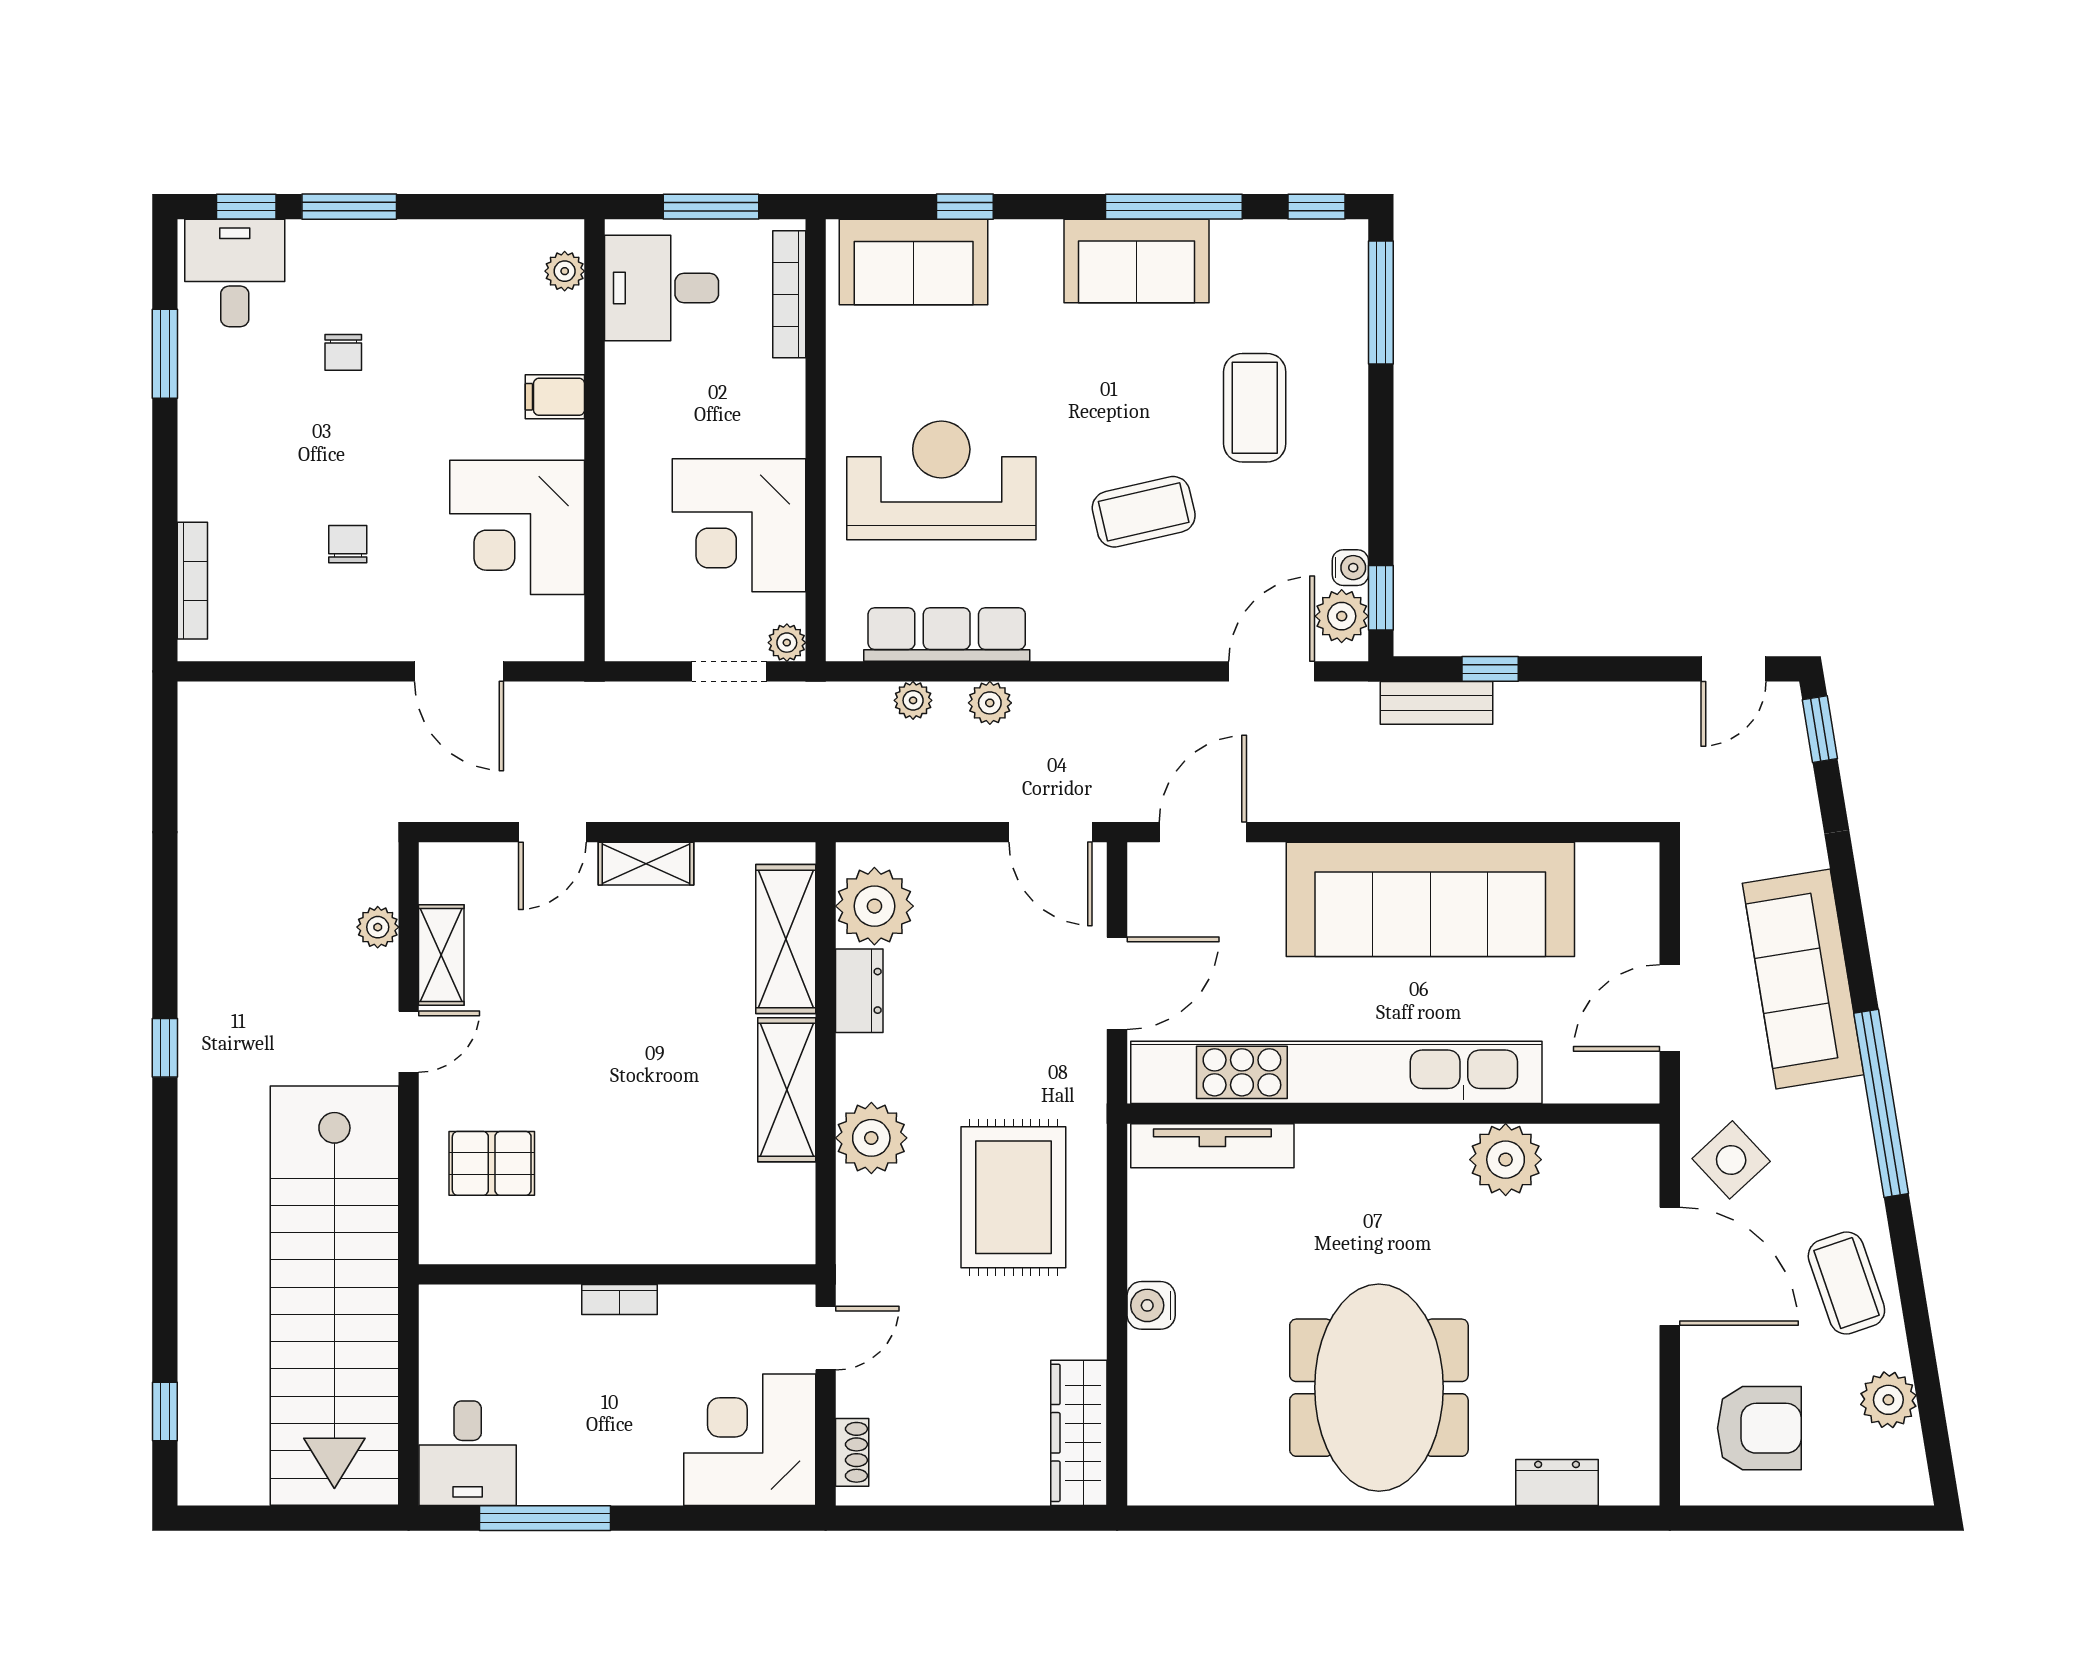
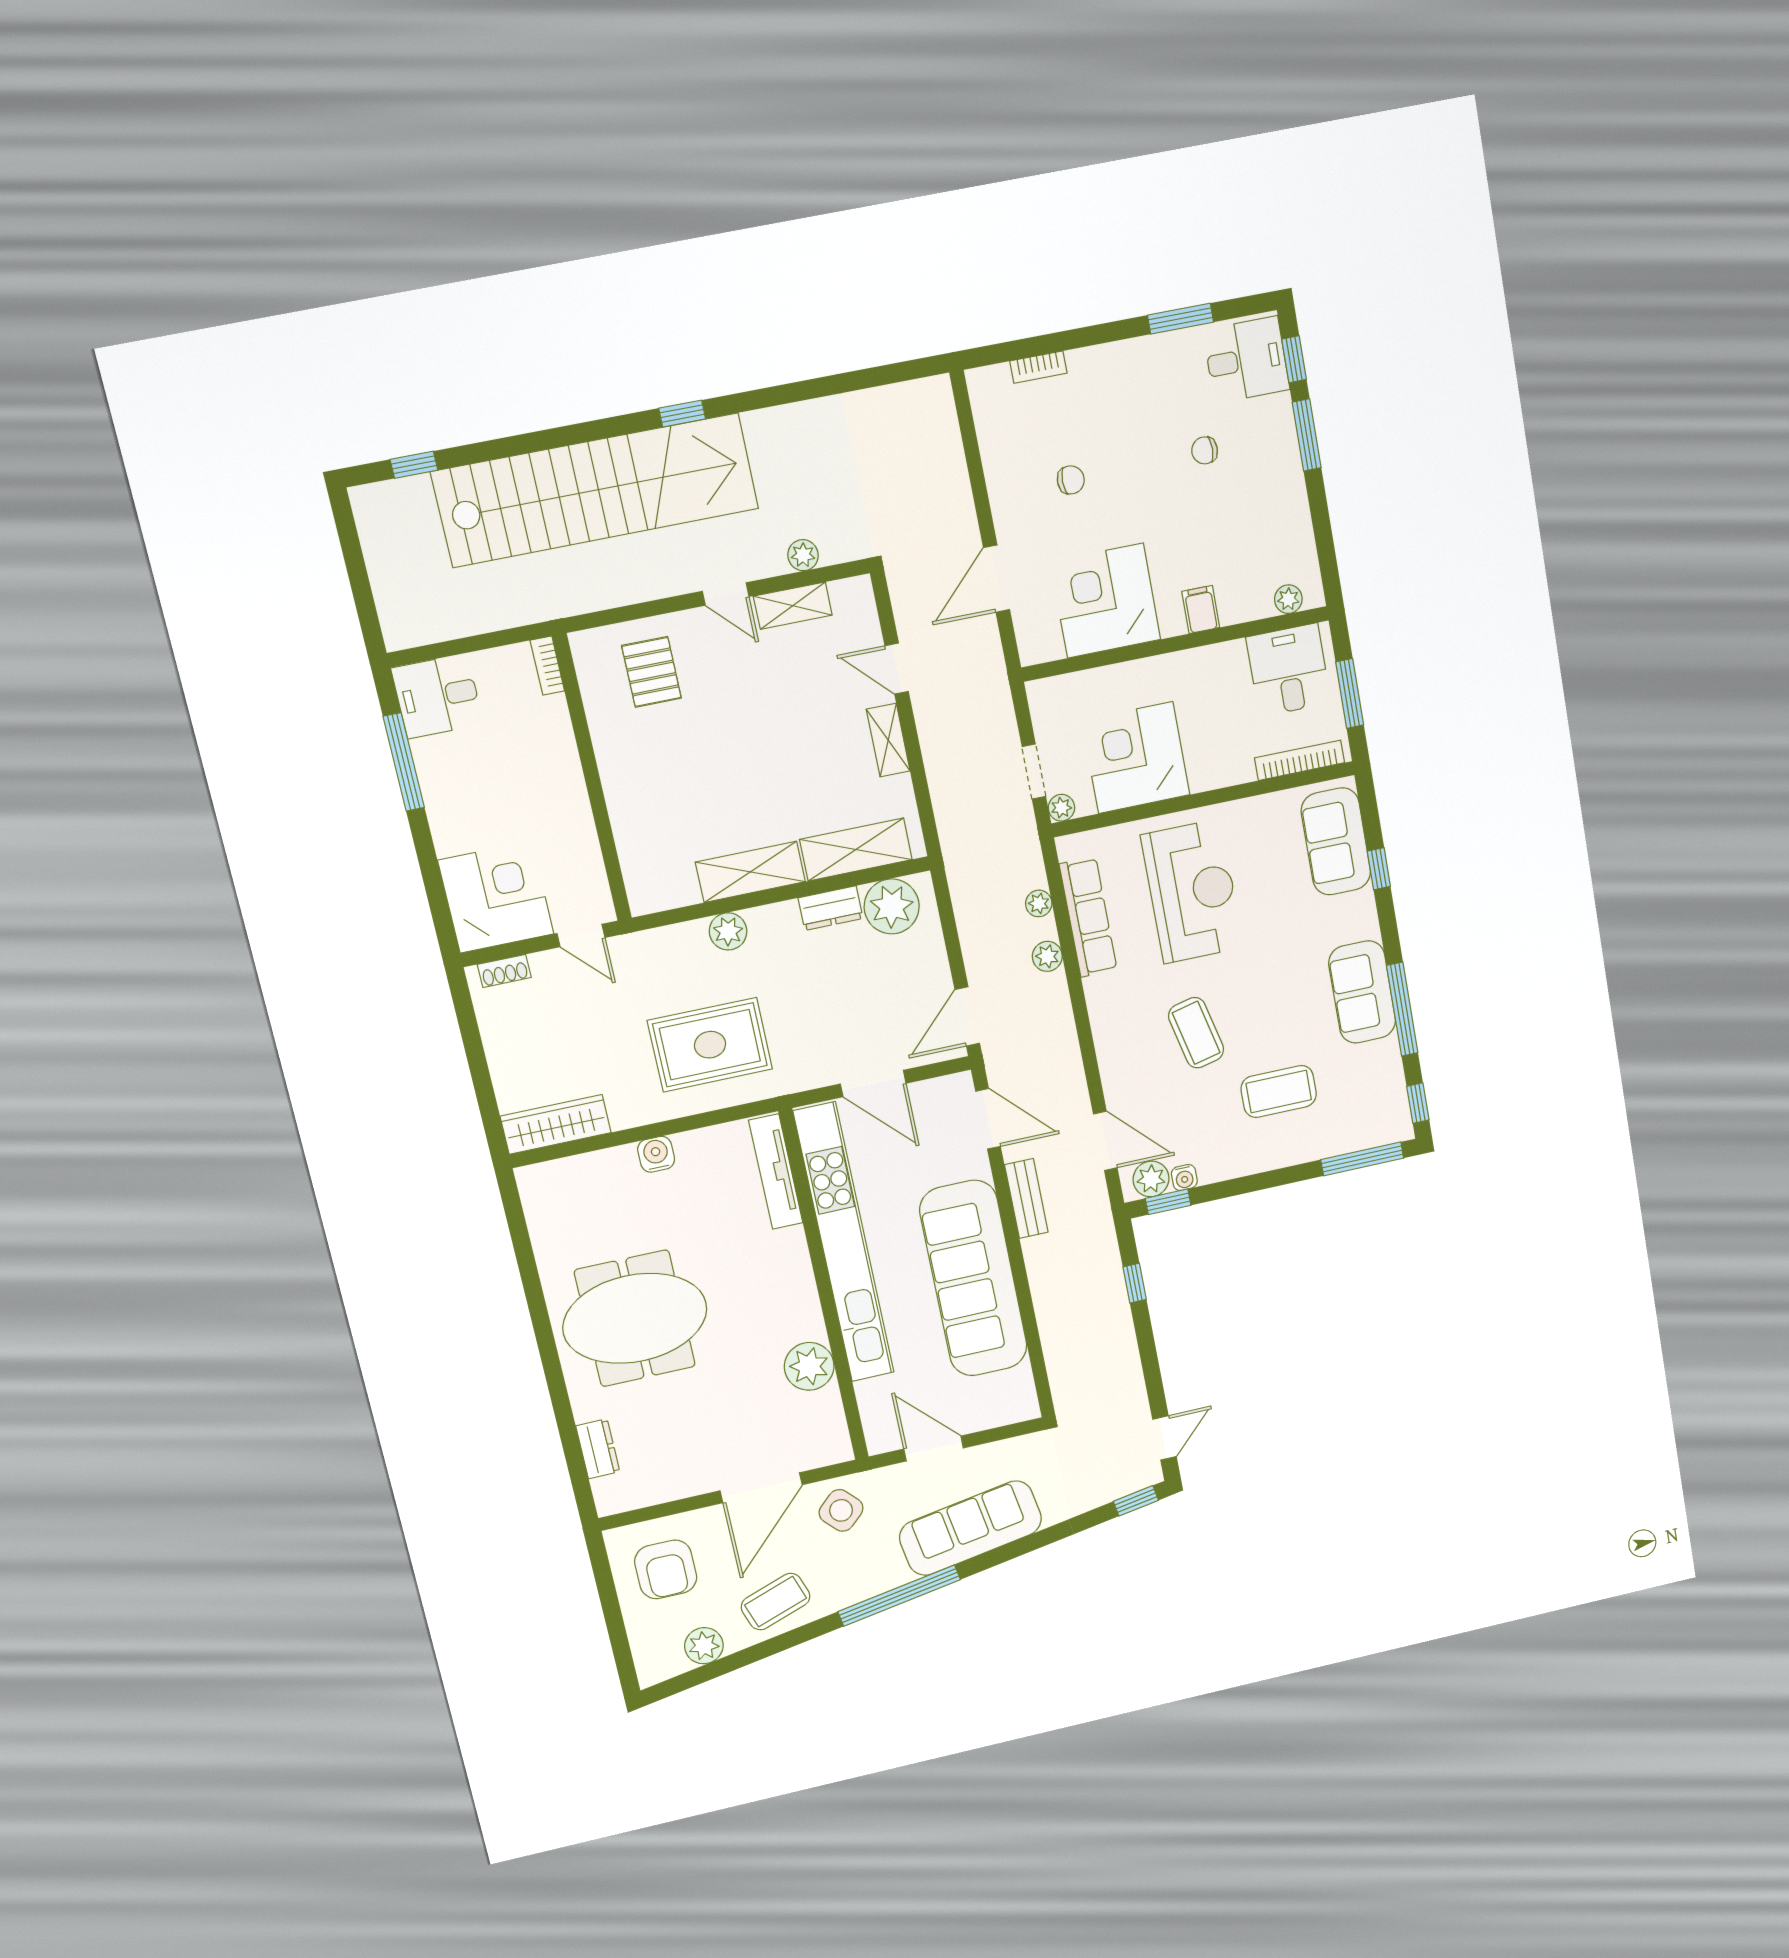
bookcase: (192, 581) -> (1038, 367), width x0.64
door: (1733, 669) -> (1164, 1438), swing flipped
bench: (1436, 703) -> (1026, 1198), moved
plant: (871, 1138) -> (728, 931), width x0.73, depth x0.73
stairs: (334, 1296) -> (596, 490), moved, turned 180
bookcase: (619, 1299) -> (547, 666), moved

